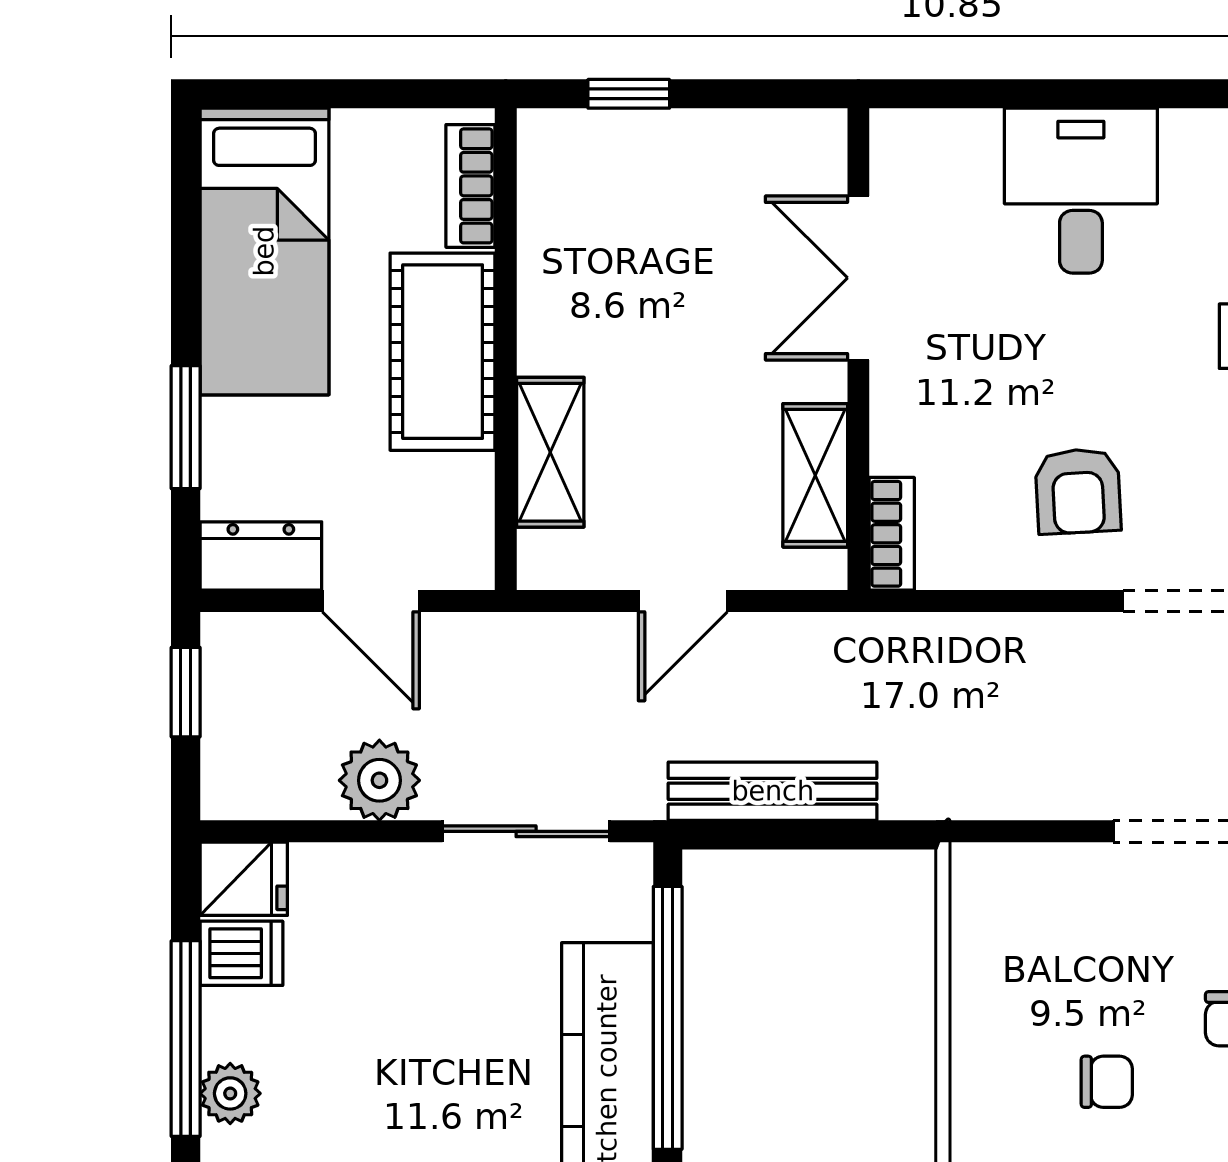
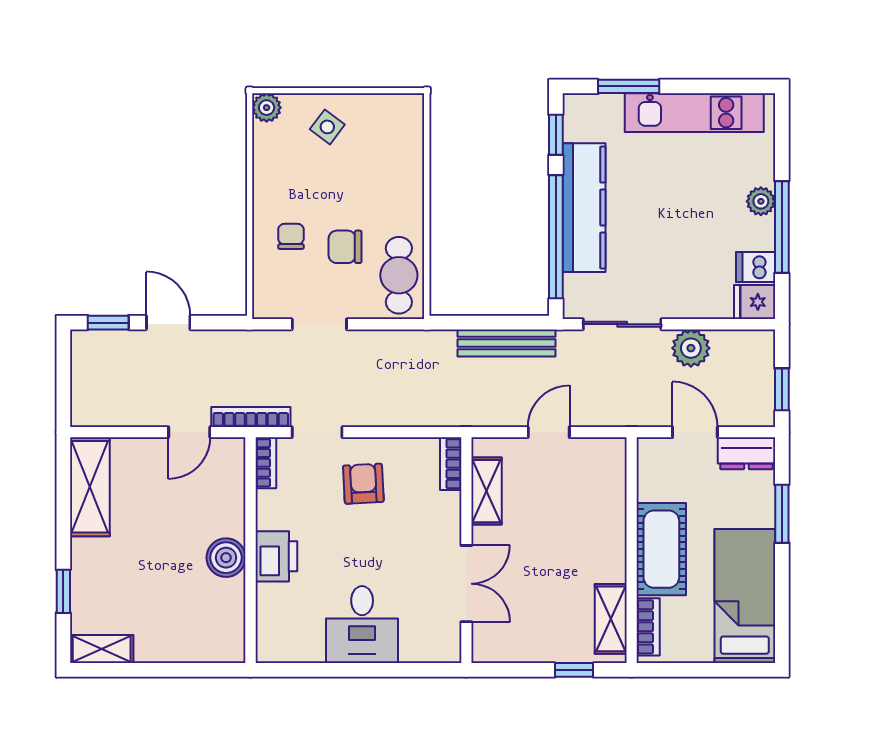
shelving: (550, 452) -> (611, 619), moved
cafe table: (1002, 936) -> (399, 275), added
chair: (1107, 1082) -> (345, 247), moved, width x1.37, depth x1.37

